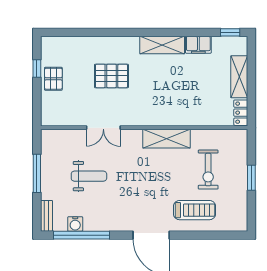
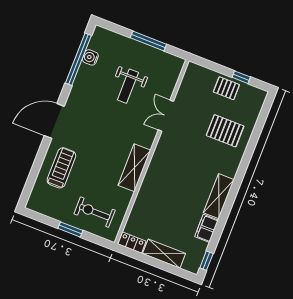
pallet: (111, 76) -> (225, 131), moved, turned 90
exercise bike: (208, 170) -> (95, 212), moved
treadmill: (195, 210) -> (61, 168), turned 180
bench: (47, 216) -> (107, 35), removed

